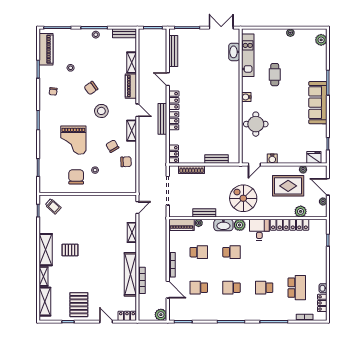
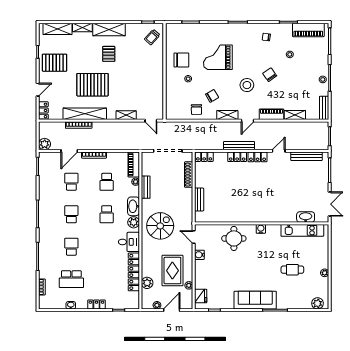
cafe table: (275, 75) -> (292, 270), moved
pallet: (101, 266) -> (92, 85), added
locker: (322, 303) -> (96, 304), moved

